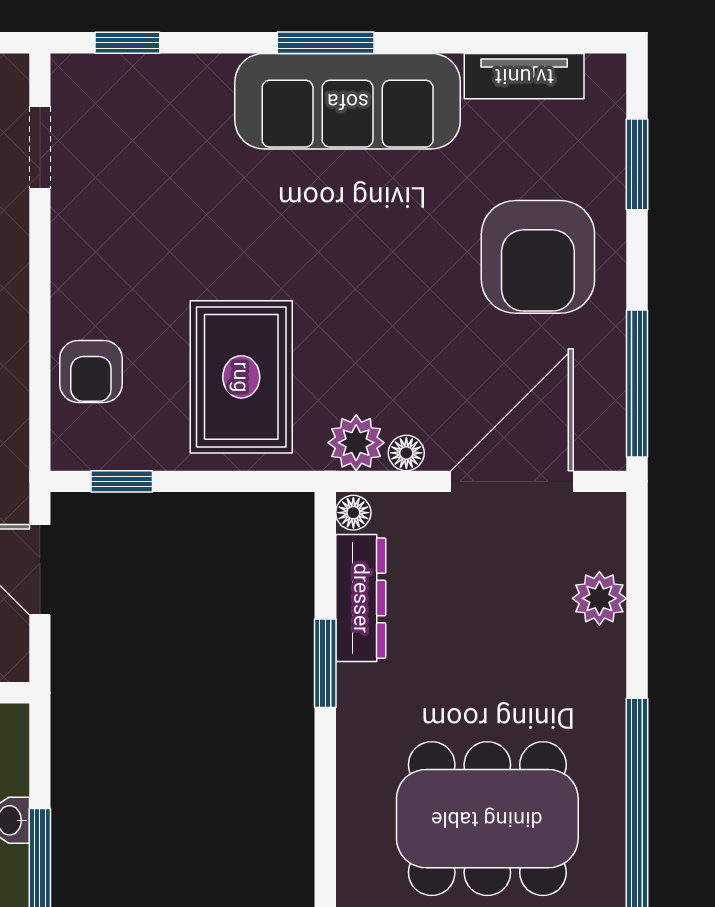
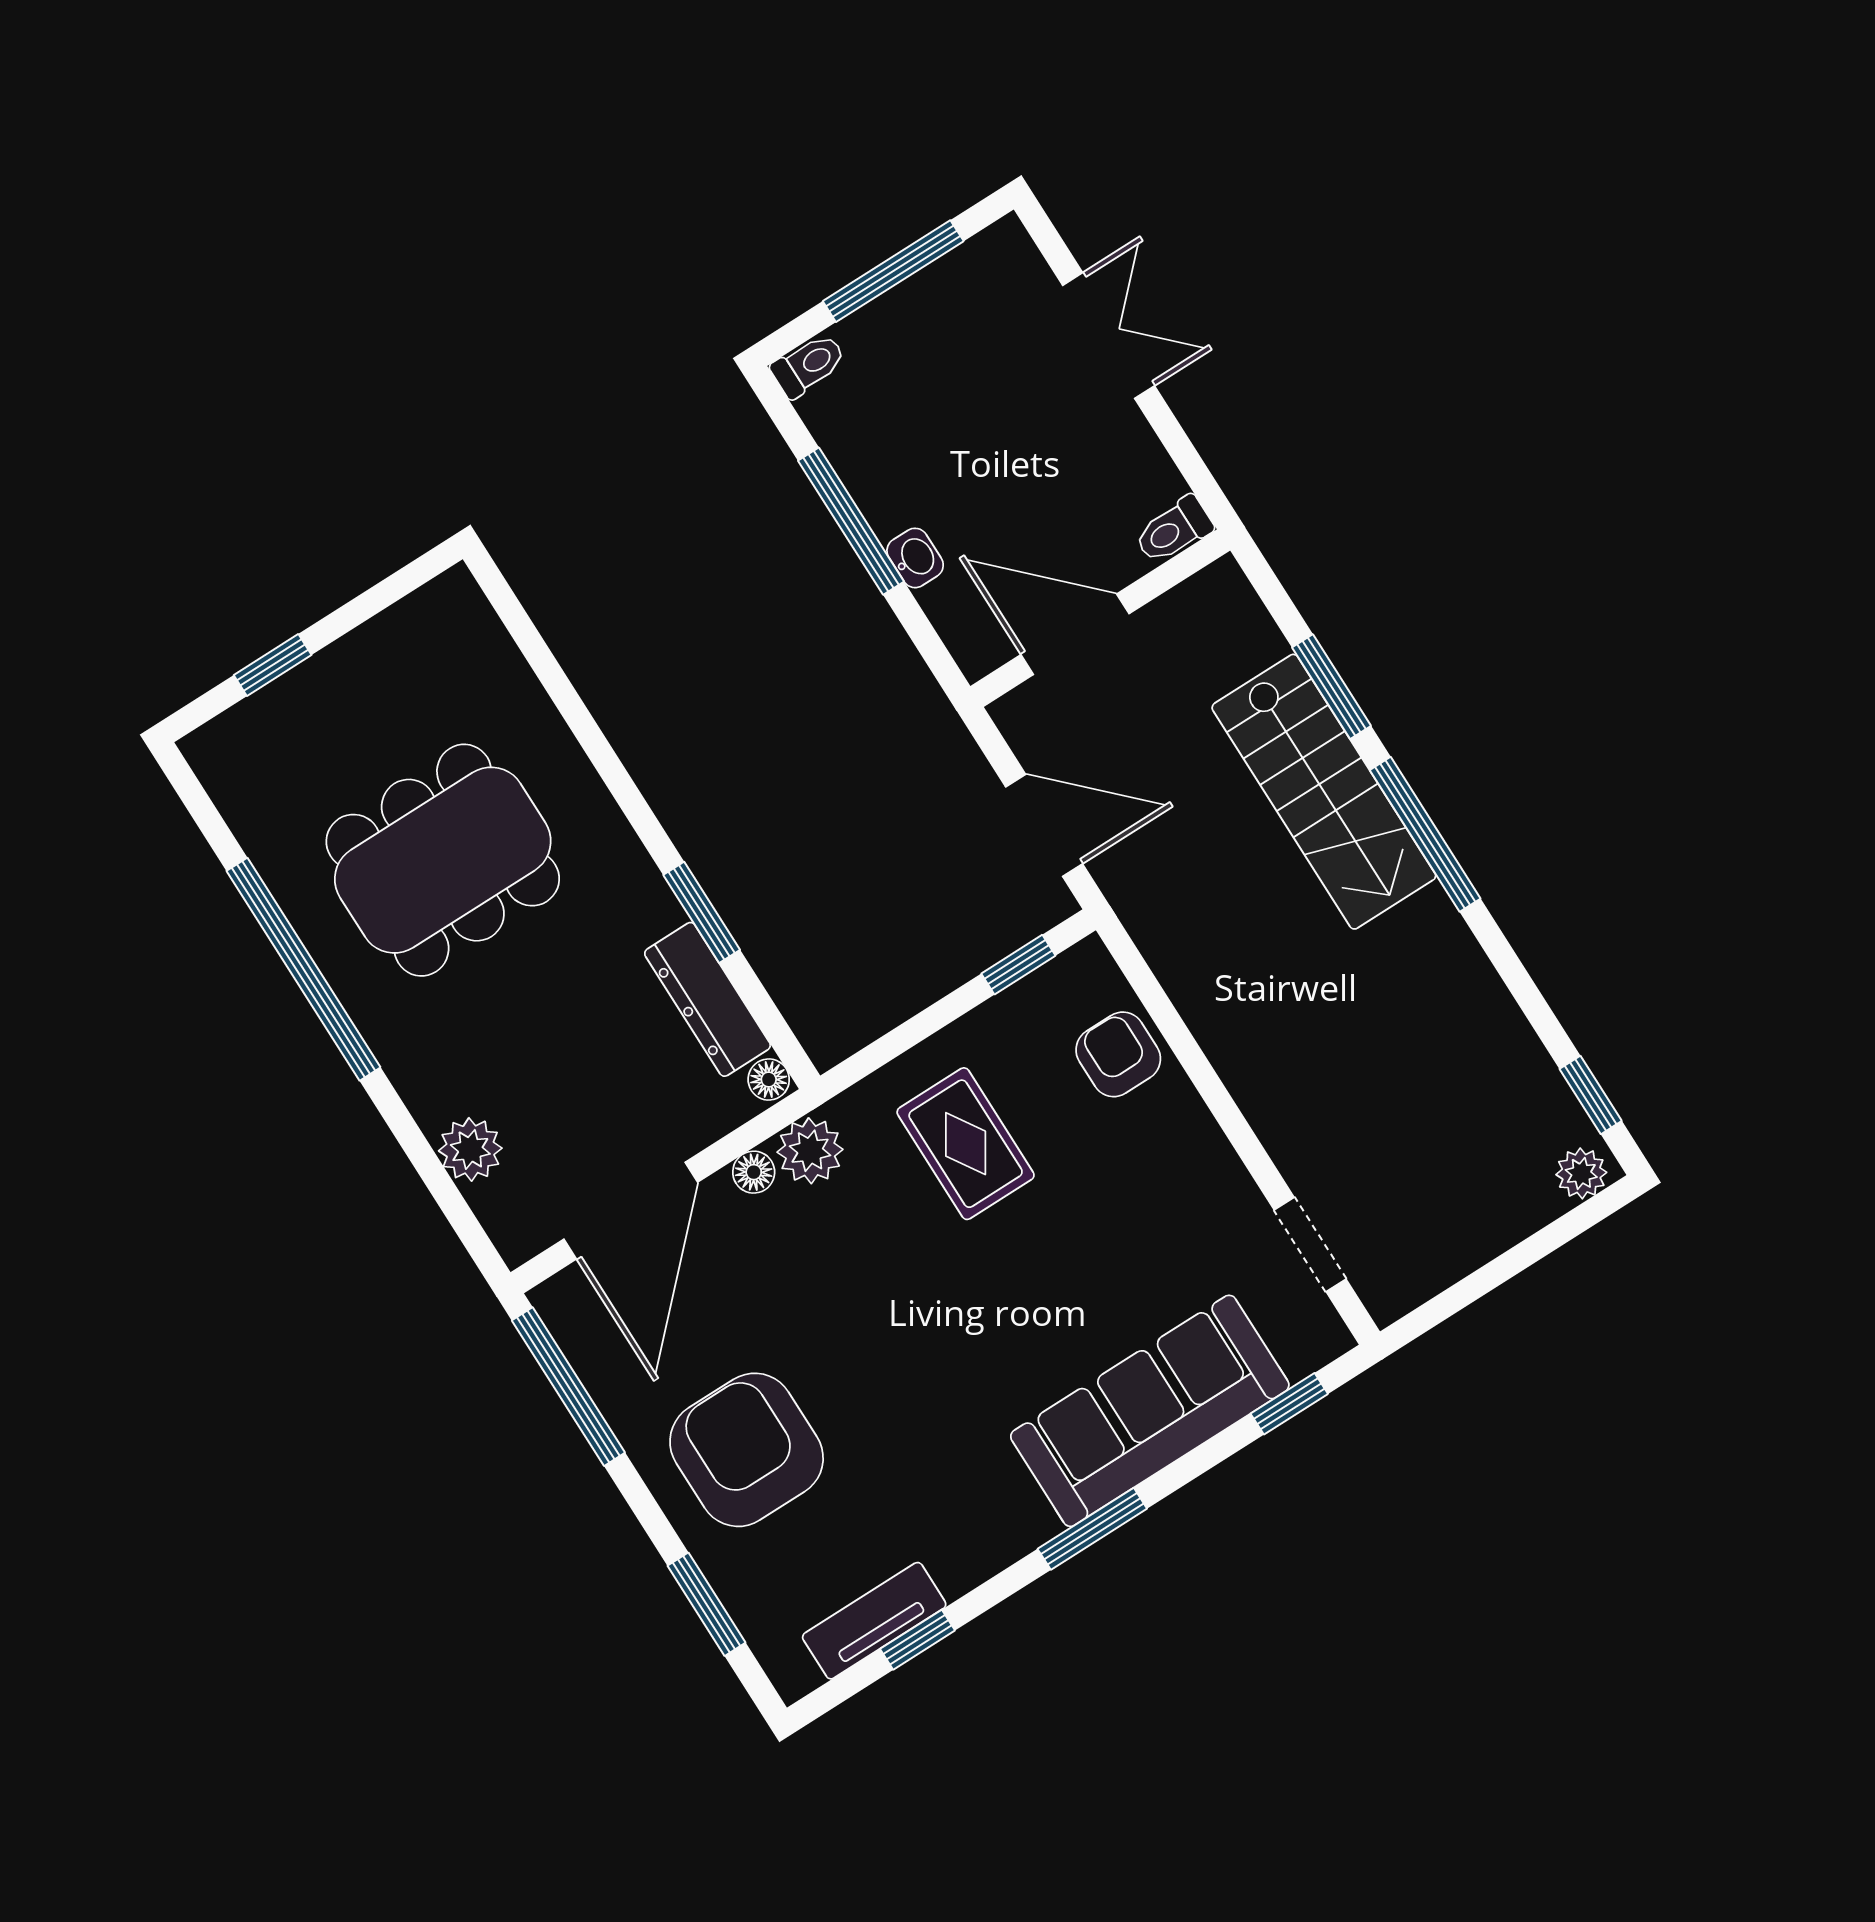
window: (502, 43) -> (917, 1640), added
sofa: (348, 101) -> (1150, 1411), moved
rug: (241, 377) -> (966, 1144), width x0.73, depth x0.70

